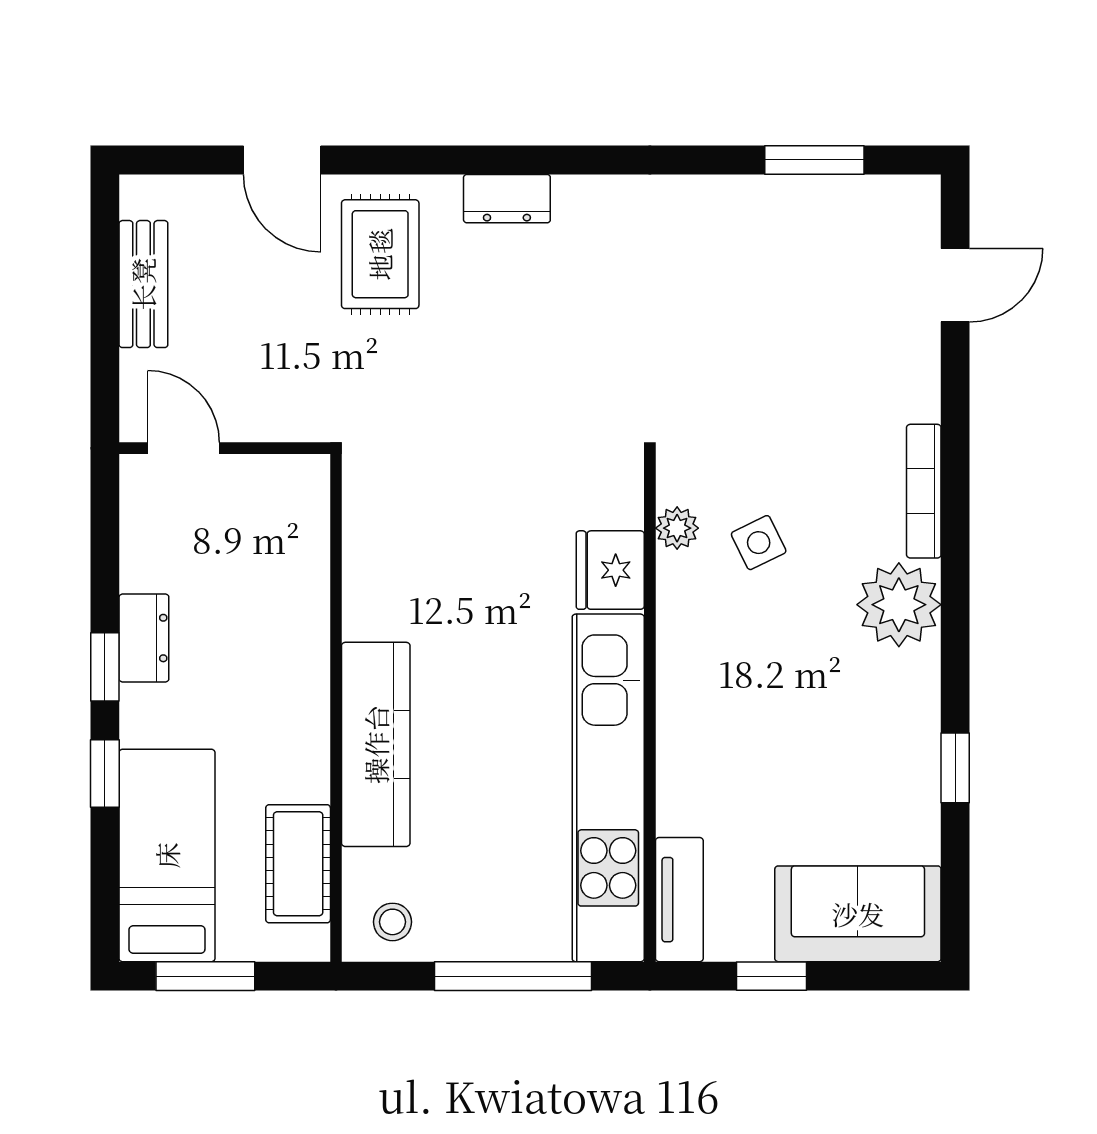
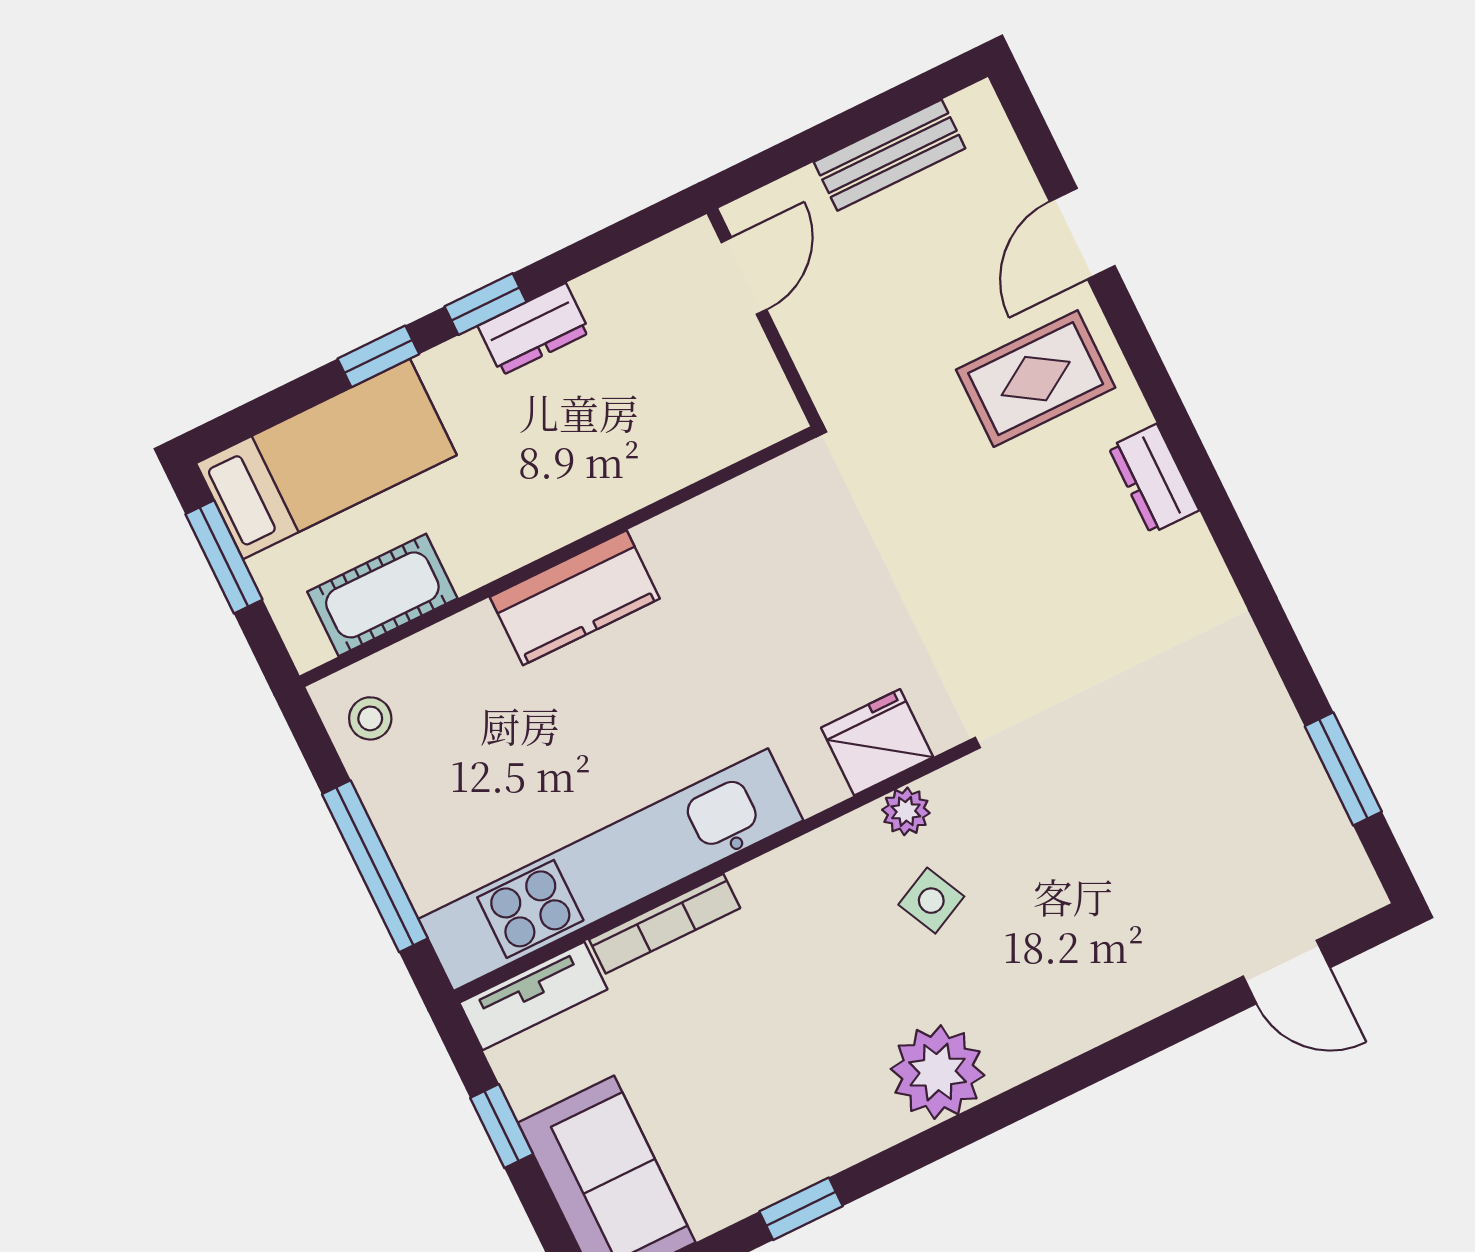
bookcase: (924, 491) -> (665, 924), moved, turned 180
fridge: (610, 570) -> (877, 742), moved
kitchen counter: (376, 744) -> (575, 598), width x0.67

